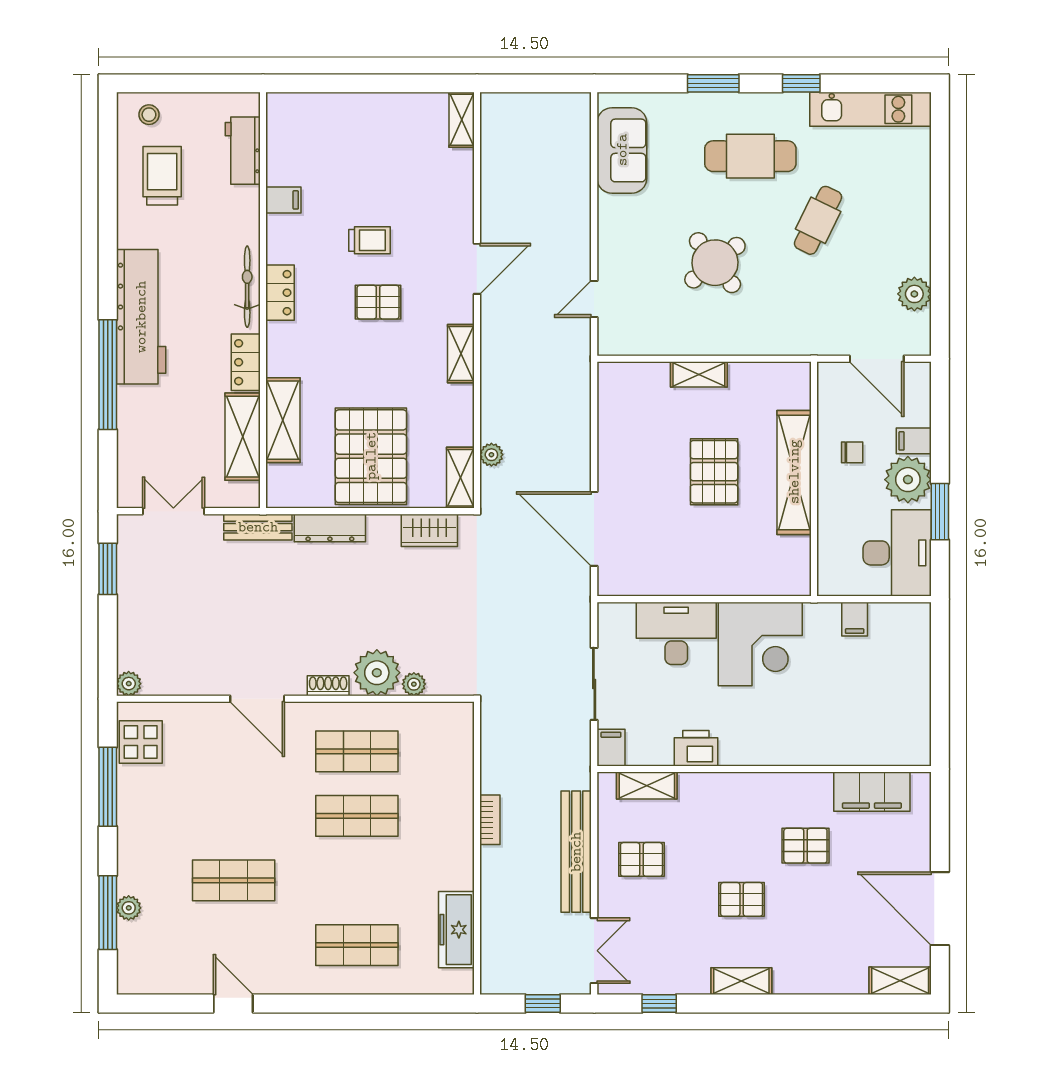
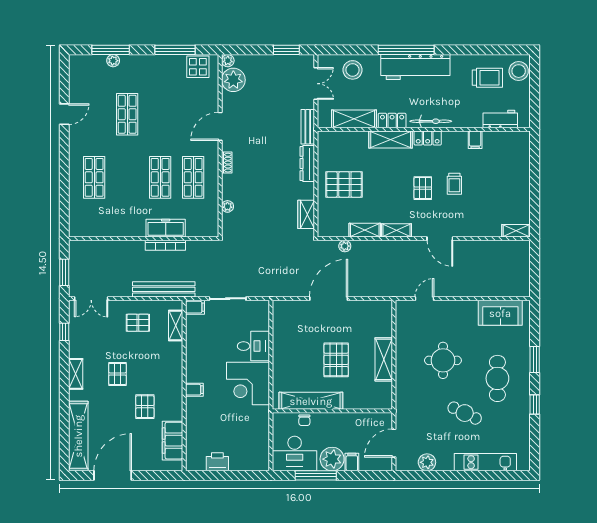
kitchen unit: (870, 109) -> (485, 462), moved, turned 90
stool: (149, 115) -> (519, 71), width x1.89, depth x1.89
round table: (715, 263) -> (443, 360), turned 38
door: (594, 299) -> (424, 299), hinge flipped
shelving: (699, 374) -> (384, 359), width x1.50, depth x1.33
window: (108, 375) -> (406, 50), moved
shelving: (283, 420) -> (391, 140), moved
stool: (147, 440) -> (353, 70), added
chair: (852, 452) -> (304, 420), moved
pallet: (371, 456) -> (344, 184), width x0.73, depth x0.71
pallet: (714, 472) -> (336, 360), turned 90
shelving: (794, 472) -> (311, 401), moved
shelving: (460, 478) -> (365, 230), moved
window: (940, 512) -> (316, 475), width x1.44
door: (594, 529) -> (329, 299), moved
filing cabinet: (855, 619) -> (194, 390), moved, turned 180
desk: (676, 633) -> (253, 346), width x0.73
plant: (377, 673) -> (233, 80), moved
printer: (696, 748) -> (217, 462), moved, turned -90
bookcase: (490, 820) -> (165, 245), width x1.56
bench: (576, 852) -> (164, 289), moved
pallet: (641, 859) -> (138, 323), turned 90
freezer: (456, 930) -> (166, 228), moved
shelving: (900, 981) -> (78, 436), width x2.20, depth x1.33
window: (543, 1003) -> (64, 272), width x1.50

